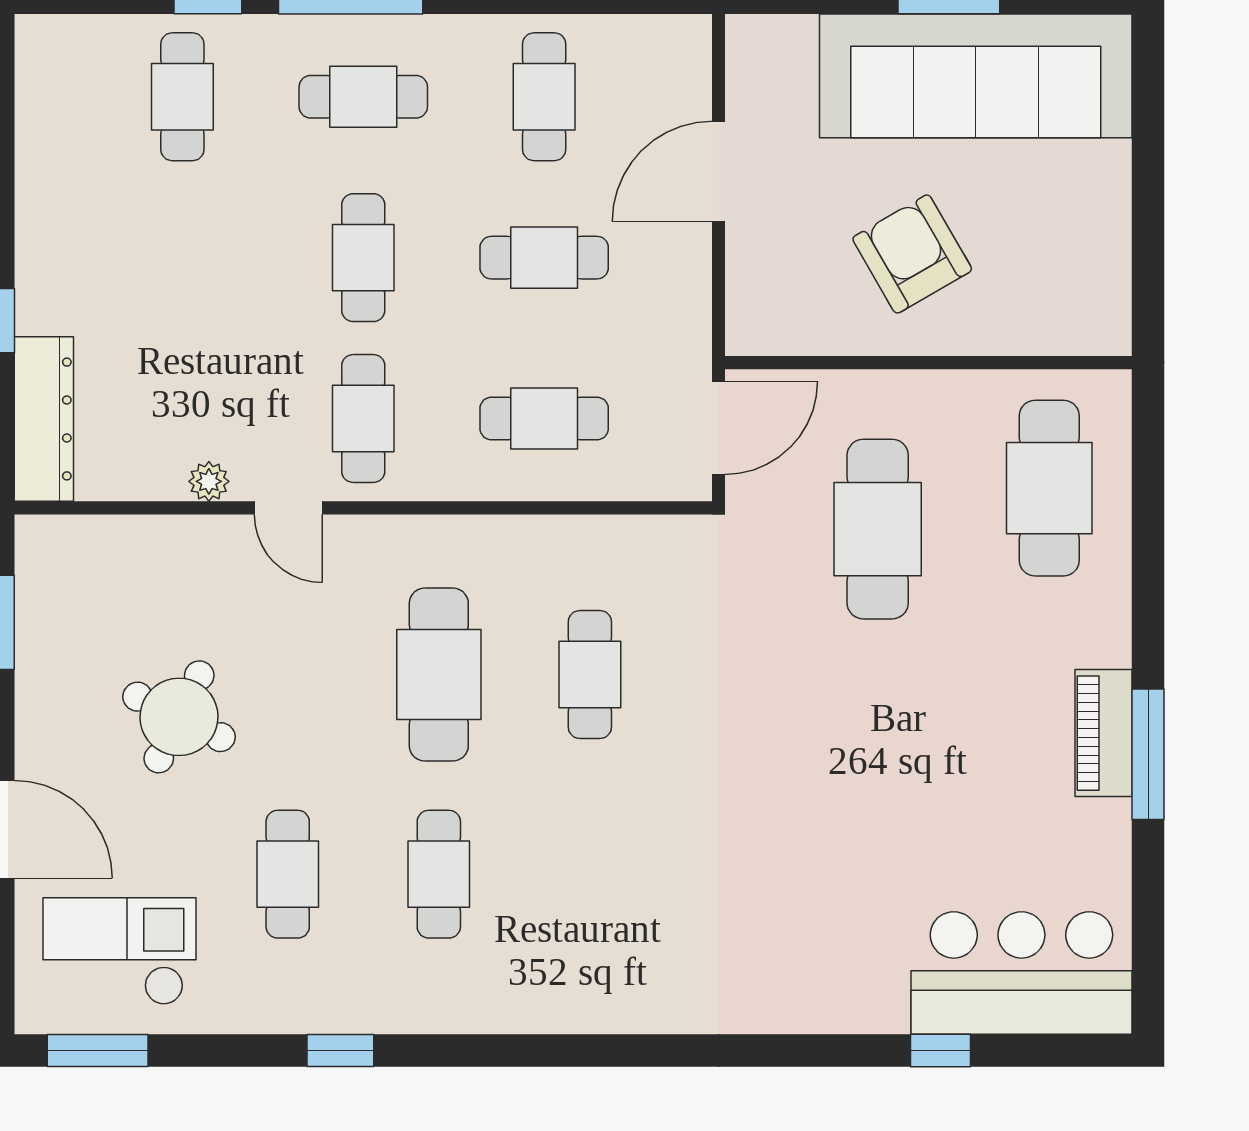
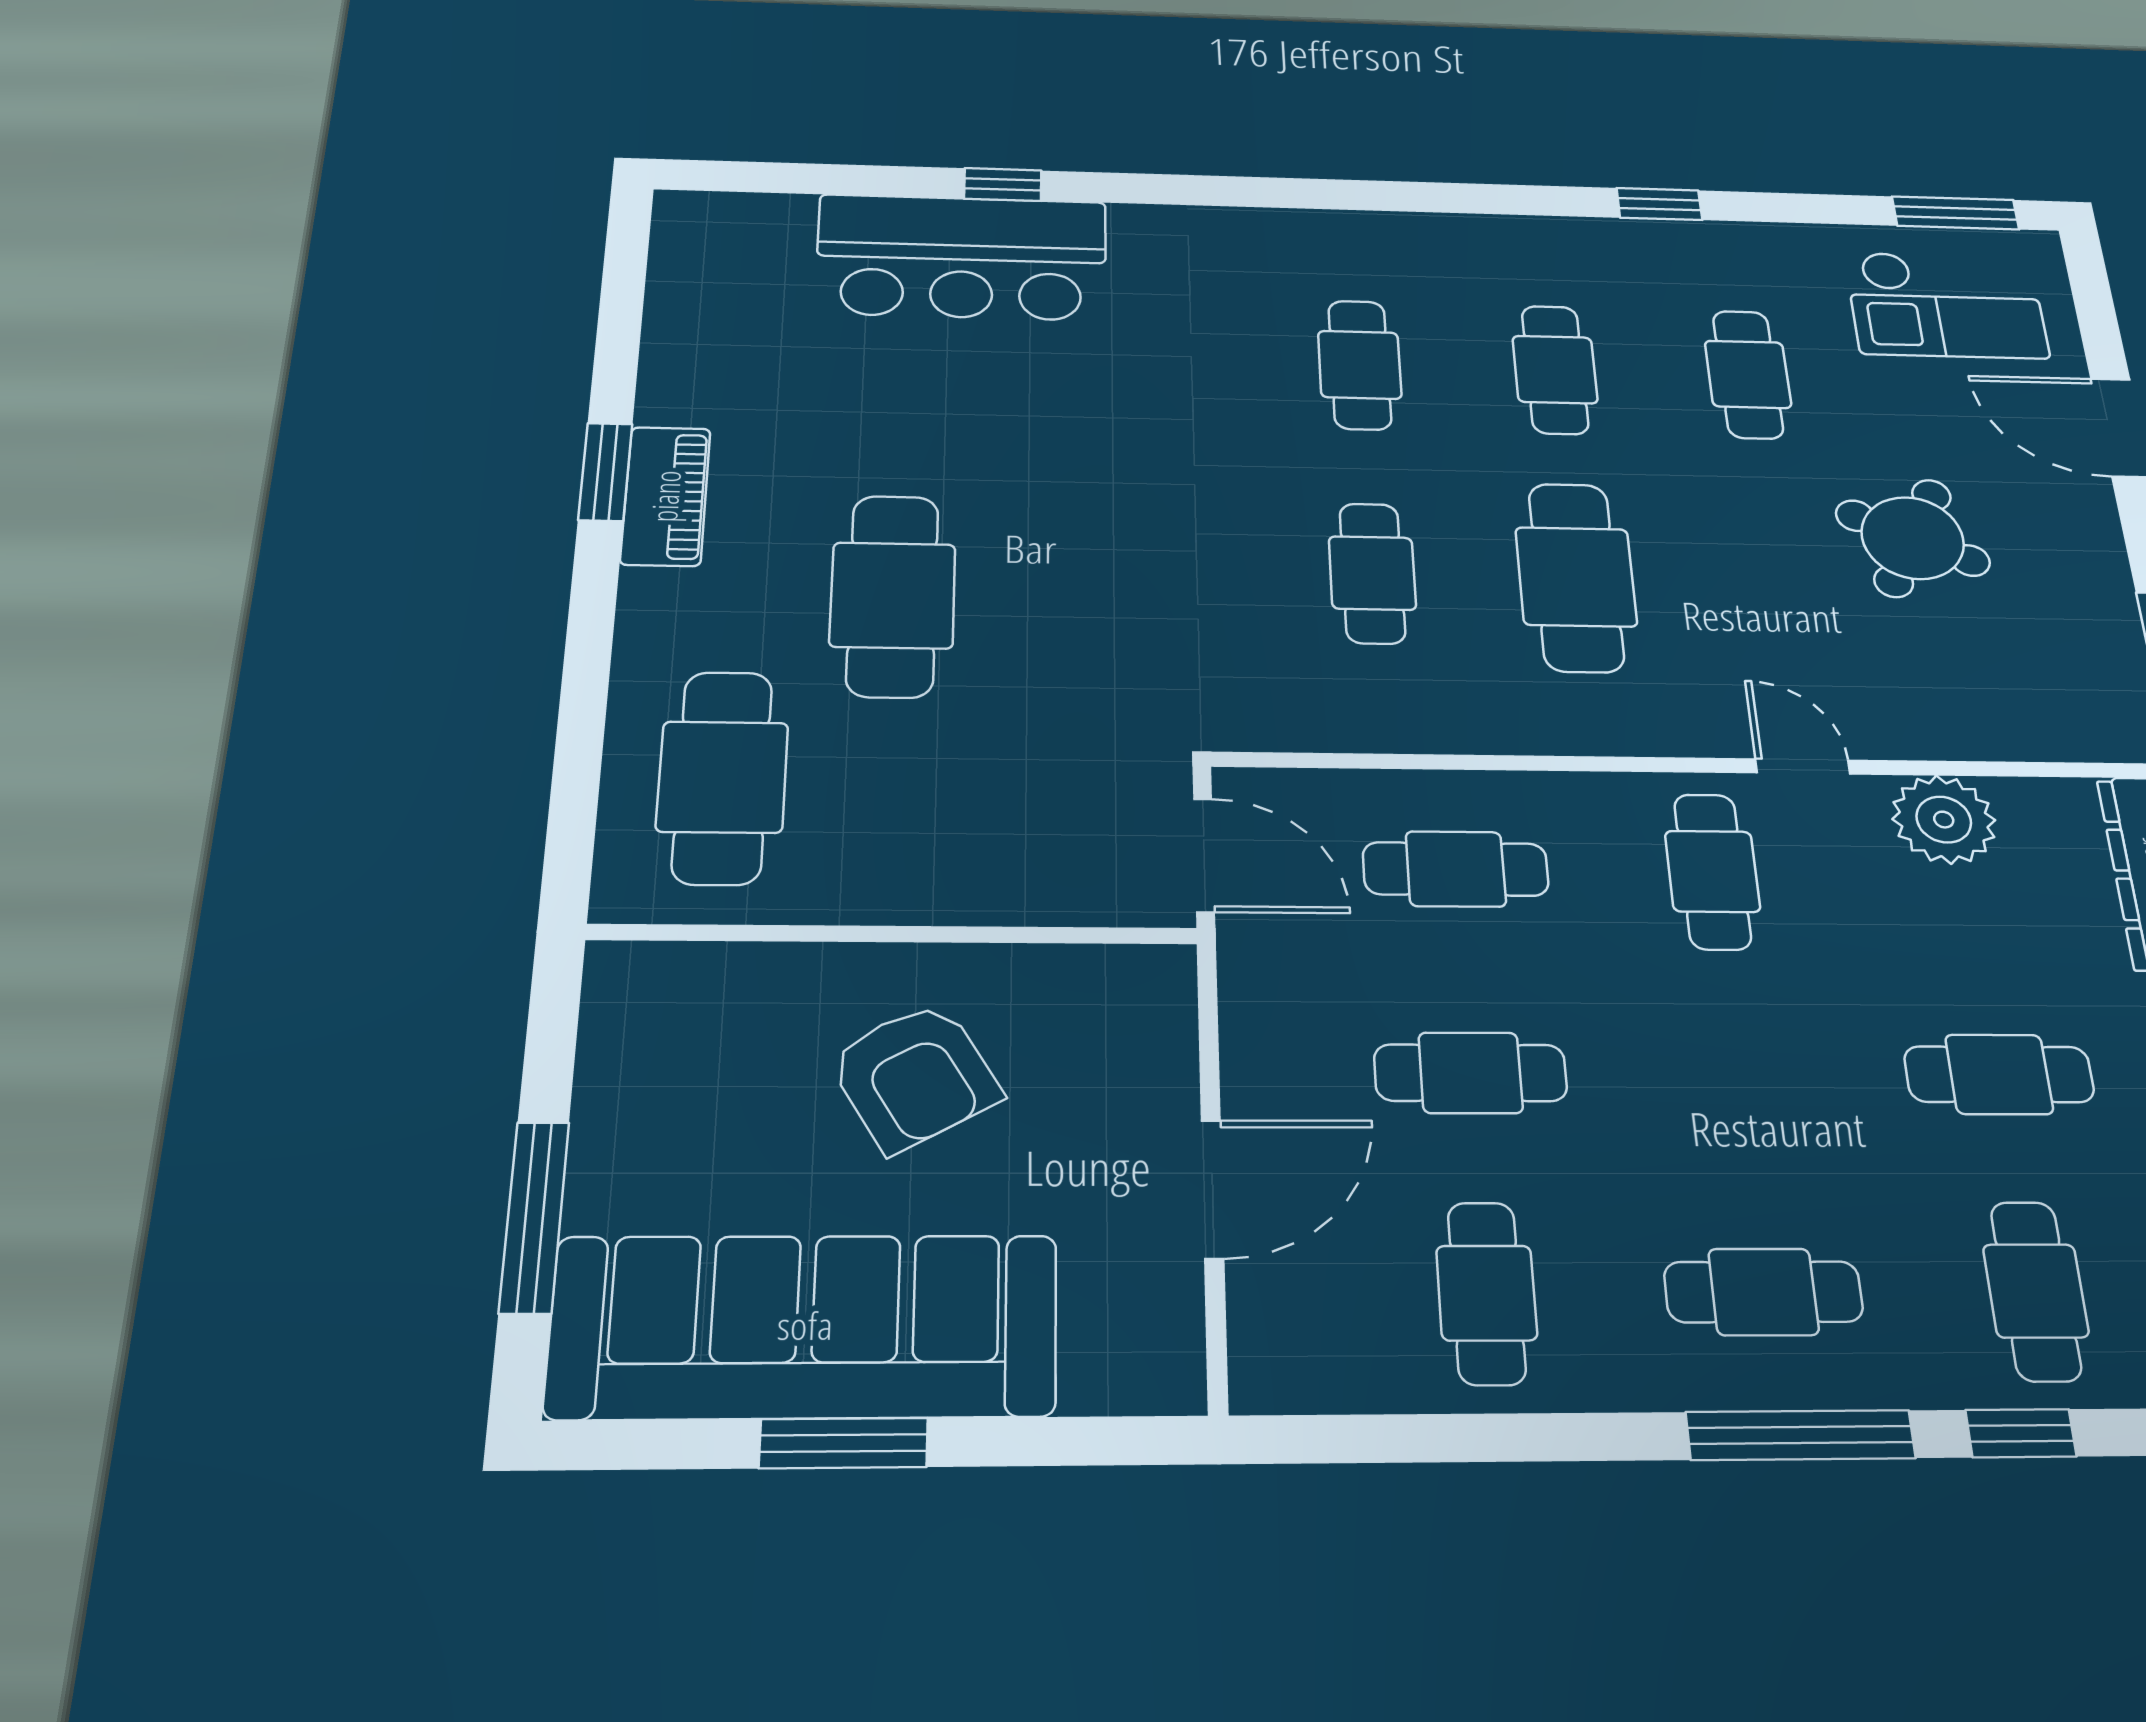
window: (1148, 152) -> (534, 1217), added
cafe table: (363, 258) -> (1999, 1074), moved, turned 90
door: (719, 428) -> (1204, 855), swing flipped
plant: (209, 481) -> (1944, 820), width x1.87, depth x1.87
cafe table: (878, 529) -> (893, 595), moved
window: (1148, 754) -> (605, 472), width x0.69
cafe table: (590, 874) -> (1360, 365), added
bar counter: (1021, 973) -> (962, 257), moved
window: (941, 1050) -> (1003, 184), moved

